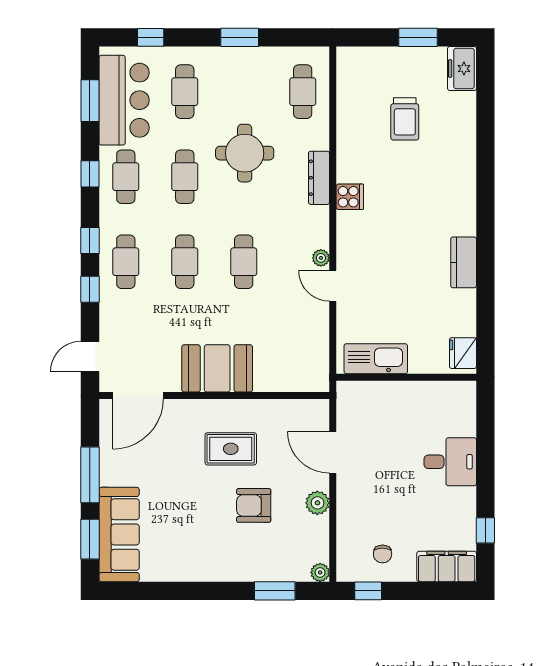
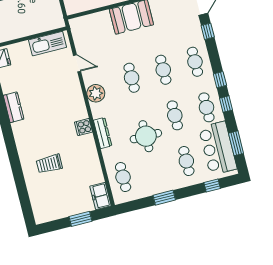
window: (418, 37) -> (81, 219), moved
freezer: (462, 69) -> (100, 196), moved, turned 180
trolley: (405, 119) -> (49, 164), moved, turned -90
window: (90, 241) -> (220, 80), moved
plant: (321, 258) -> (96, 93), width x1.87, depth x1.87
door: (333, 286) -> (77, 63), moved
window: (90, 289) -> (208, 31), moved

